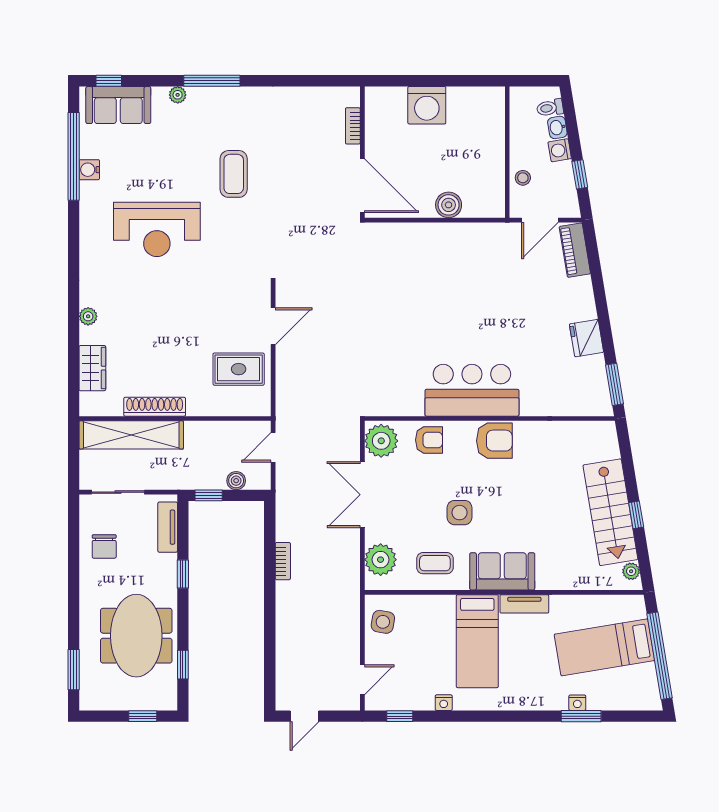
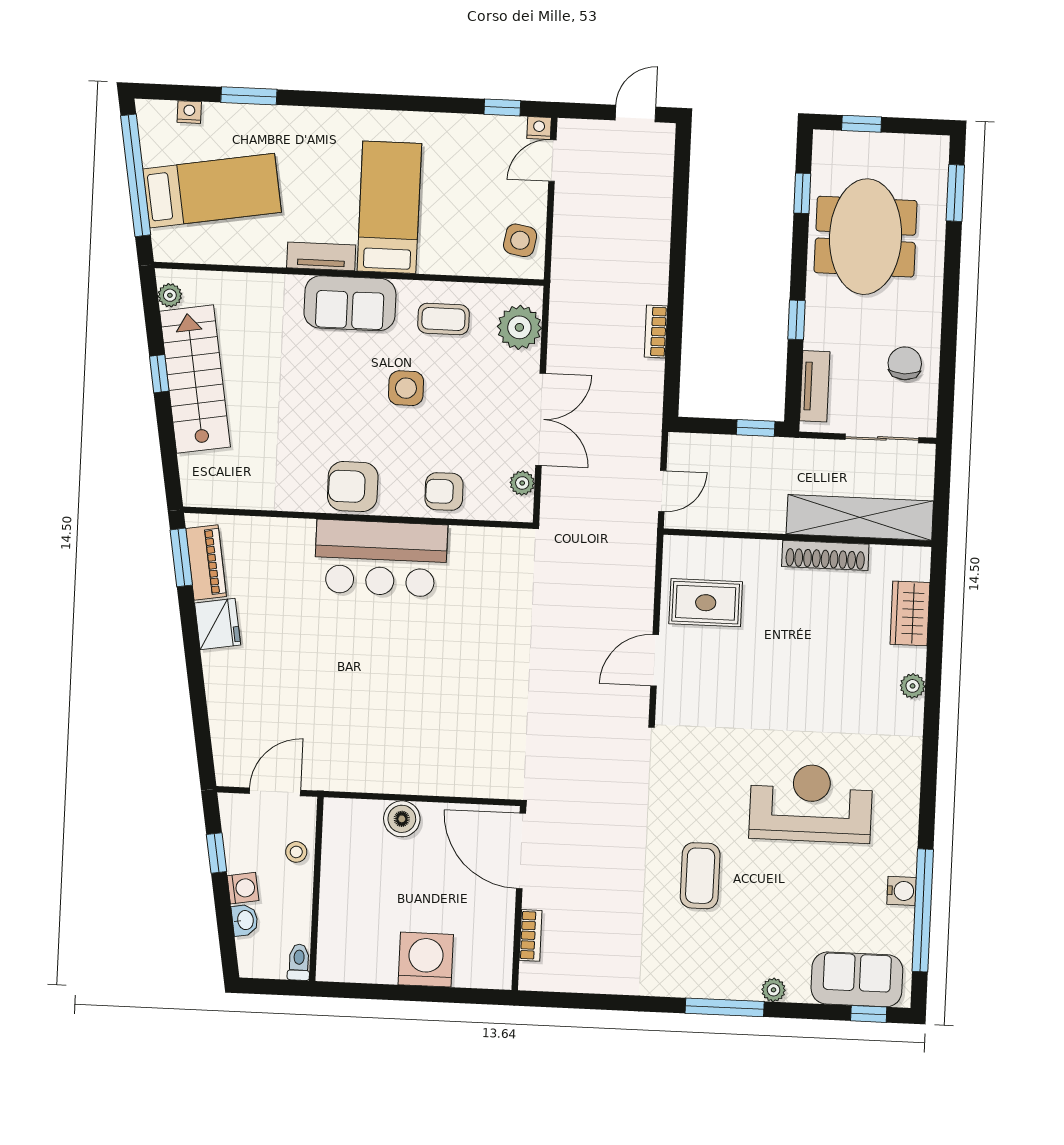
toilet: (550, 108) -> (299, 962), moved, turned -81
piano: (575, 250) -> (206, 562), moved
plant: (381, 441) -> (522, 483), width x0.53, depth x0.53
boiler: (236, 481) -> (716, 447), removed
nightstand: (444, 703) -> (539, 128), moved
nightstand: (577, 703) -> (189, 112), moved

